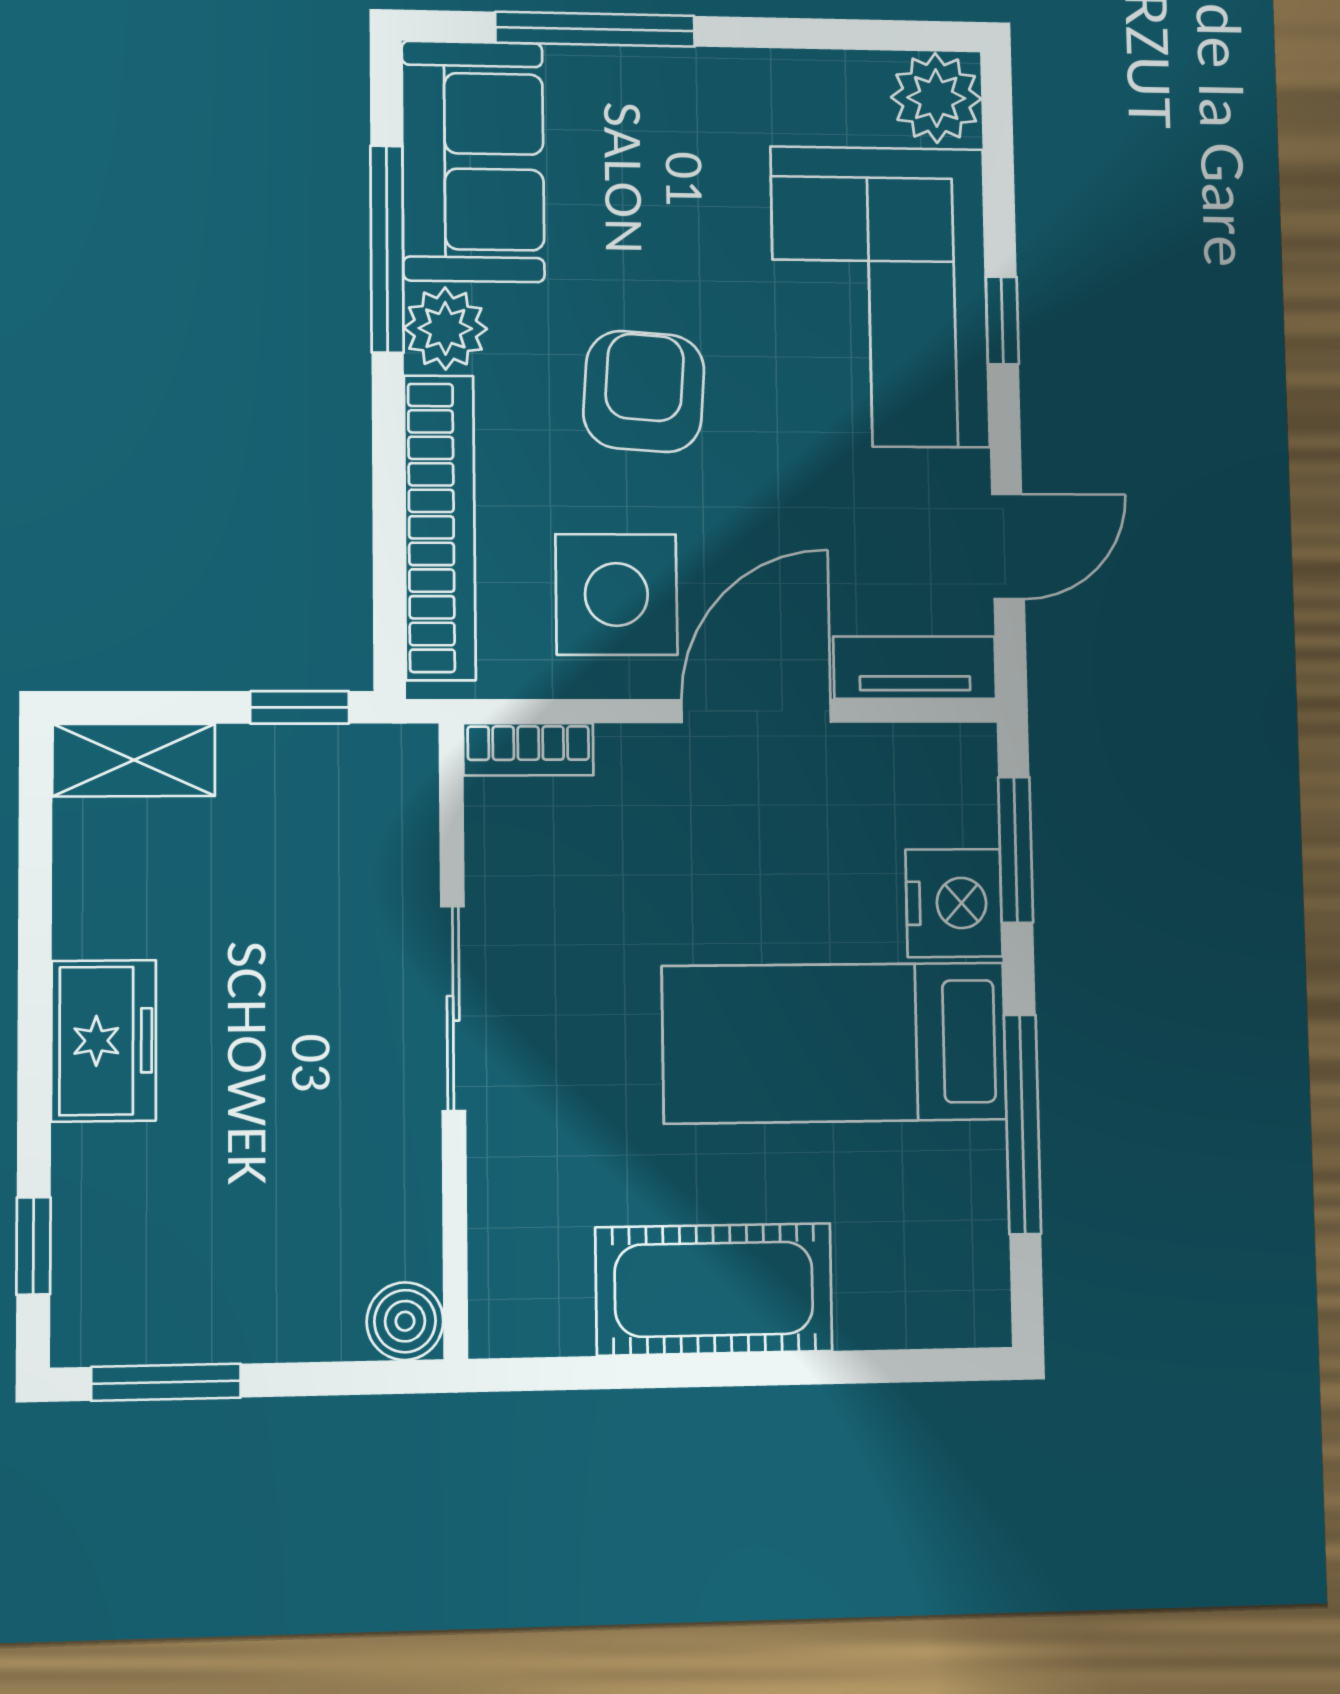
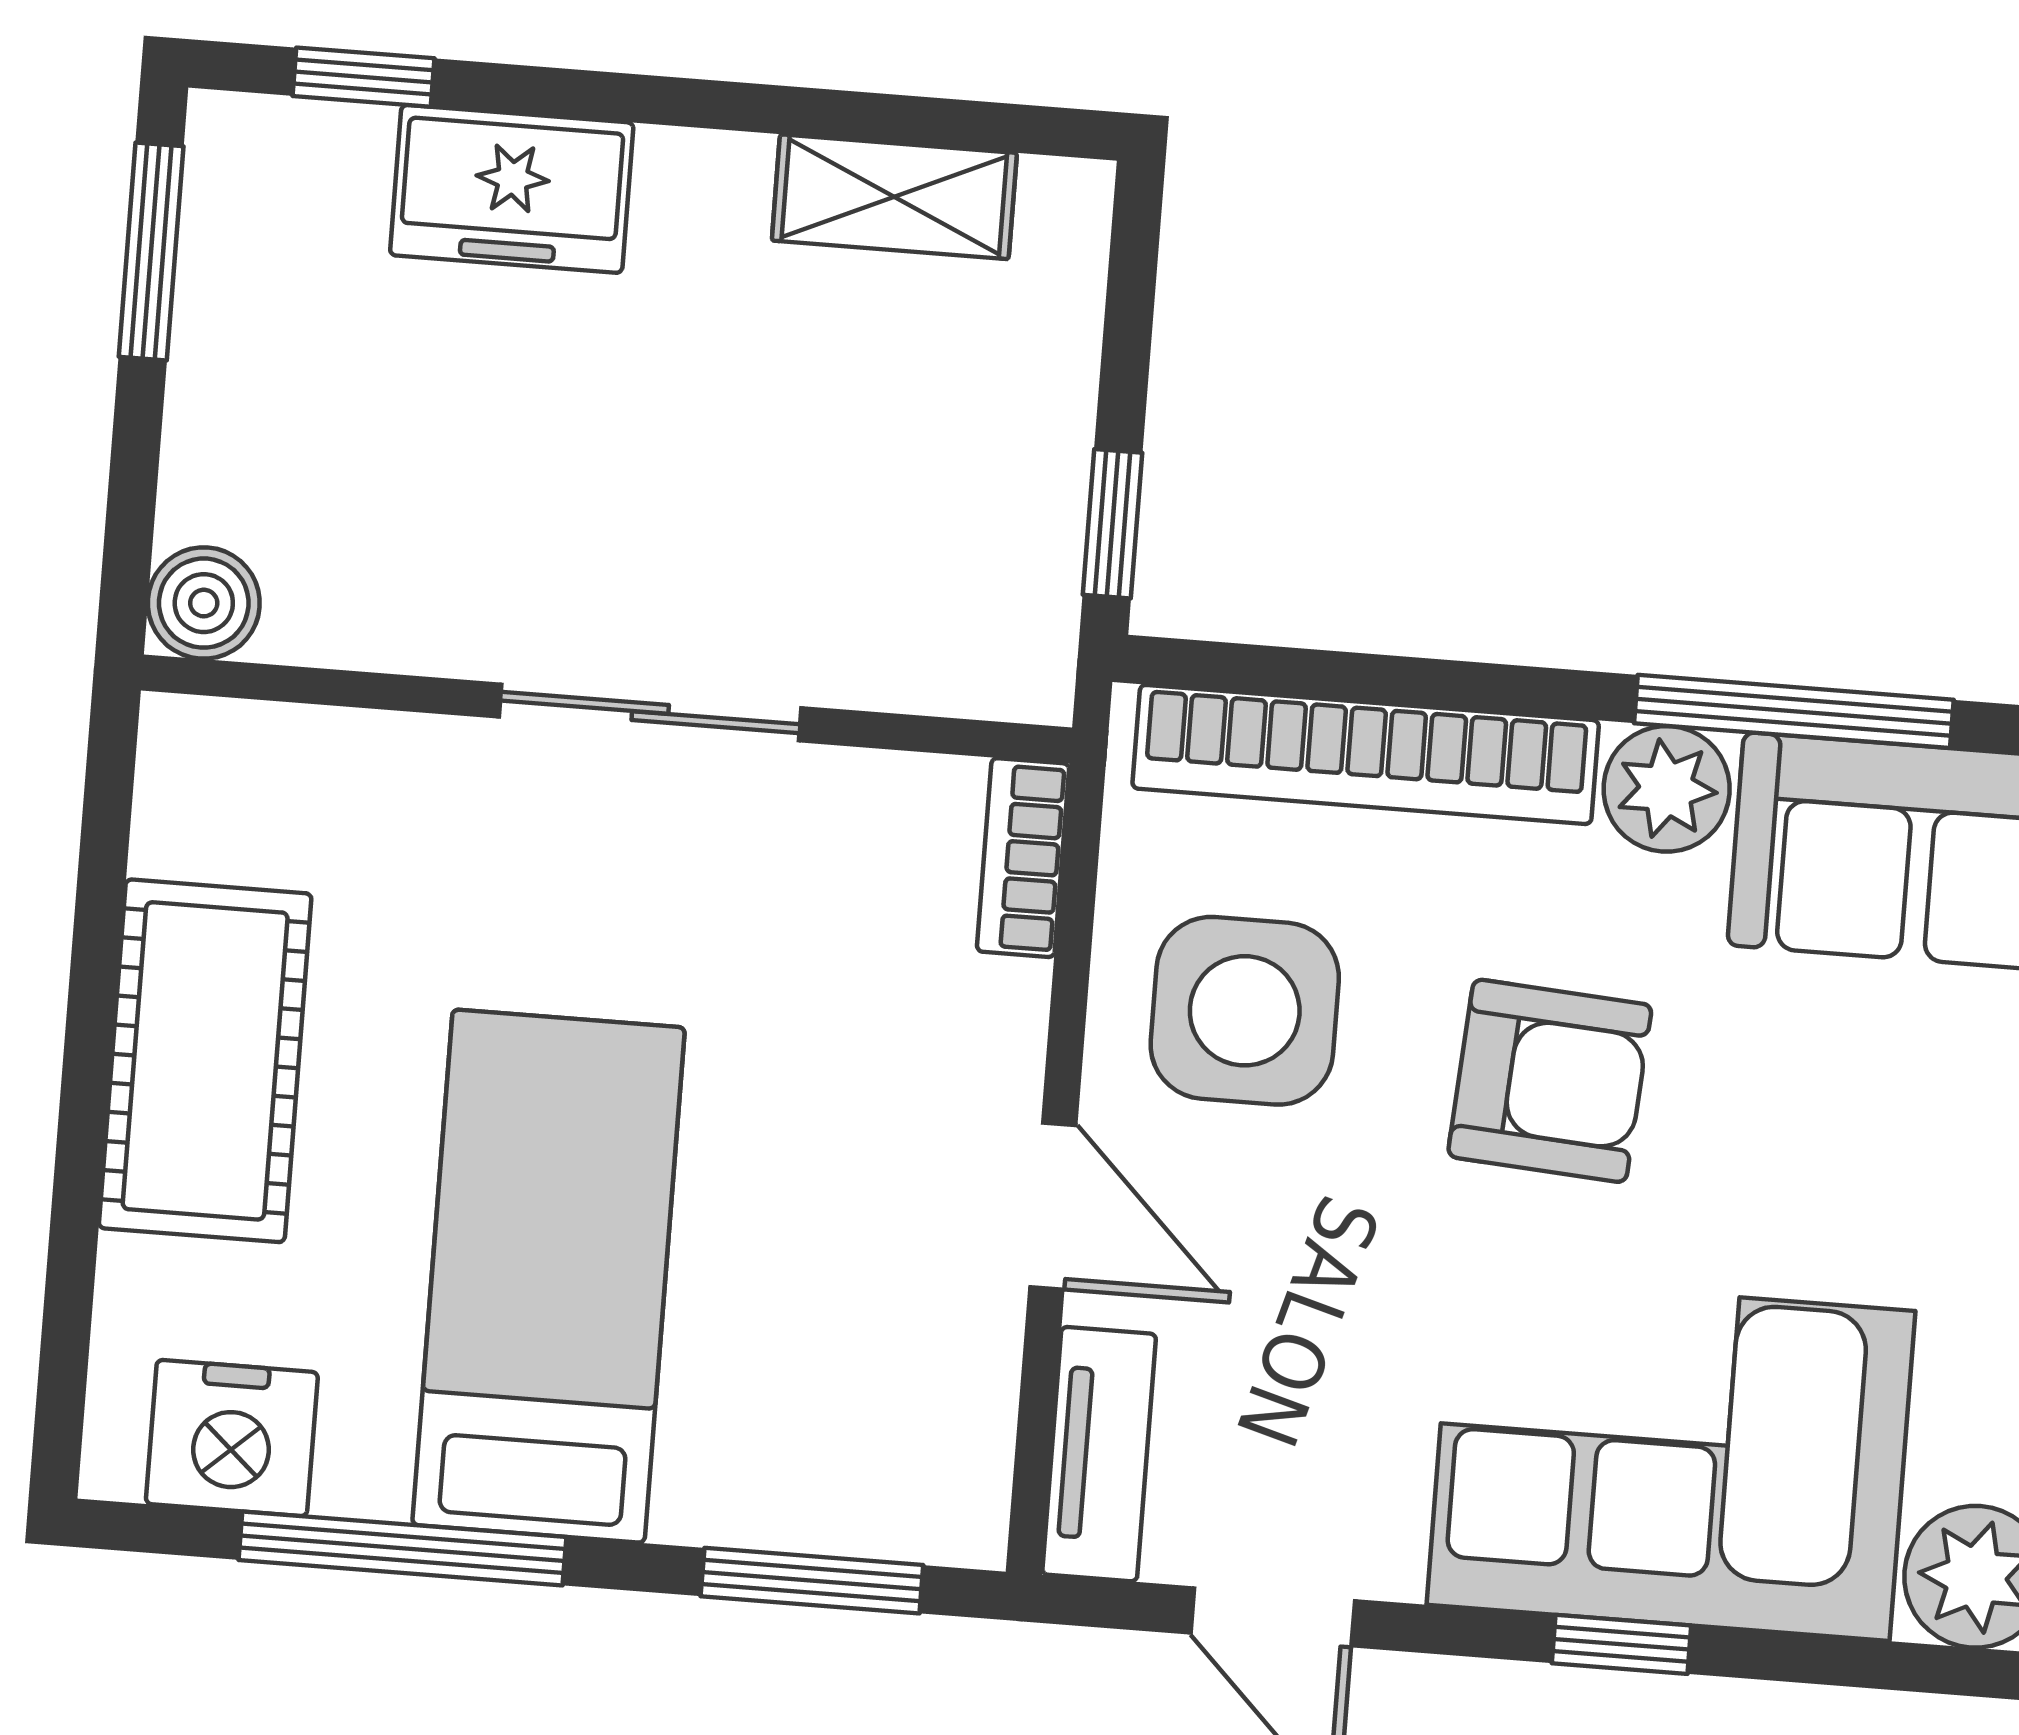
door: (756, 711) -> (1053, 1206), width x0.73
shelving: (134, 760) -> (894, 197), moved, turned 90
nightstand: (954, 903) -> (232, 1438), moved
freezer: (104, 1041) -> (512, 189), moved

